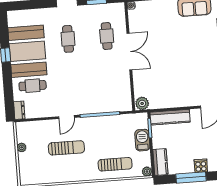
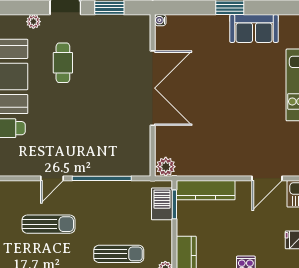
plant: (46, 13) -> (33, 22), added
cafe table: (107, 36) -> (121, 63), removed
double door: (129, 51) -> (153, 88), width x1.36
barbecue: (142, 140) -> (162, 204), moved

